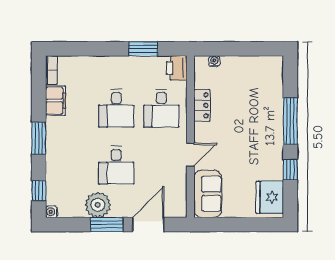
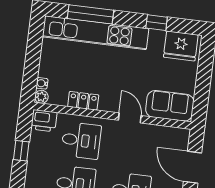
window: (143, 49) -> (21, 151), width x0.67
plant: (201, 62) -> (41, 97), added
kitchen unit: (272, 109) -> (96, 33), added
window: (290, 121) -> (91, 14), moved

